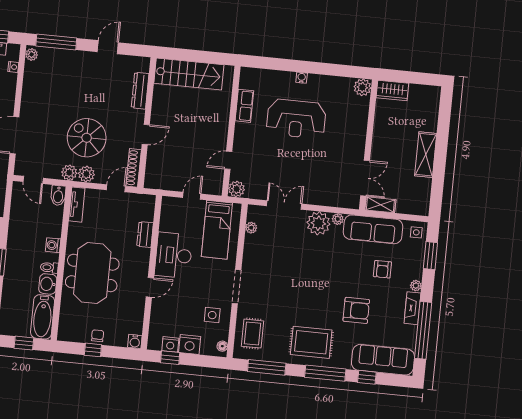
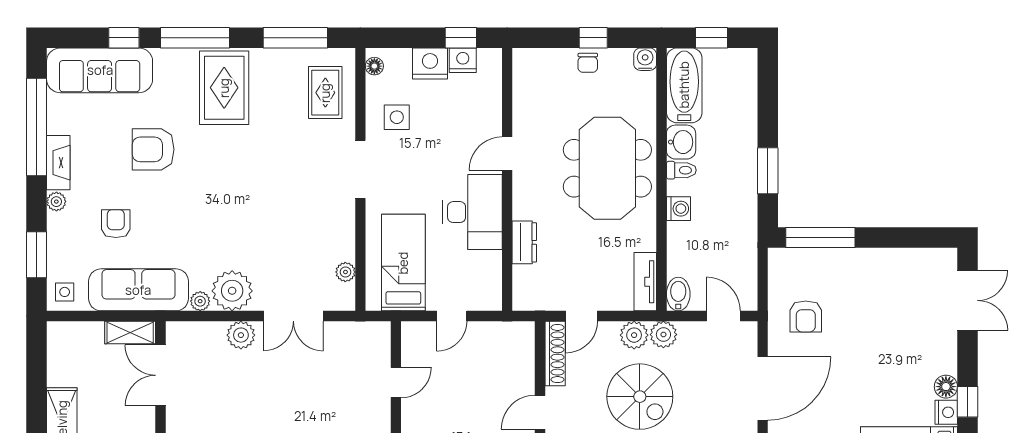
plant: (237, 189) -> (241, 335), moved
water cooler: (135, 341) -> (645, 59), moved
rug: (311, 342) -> (224, 88), turned 90

